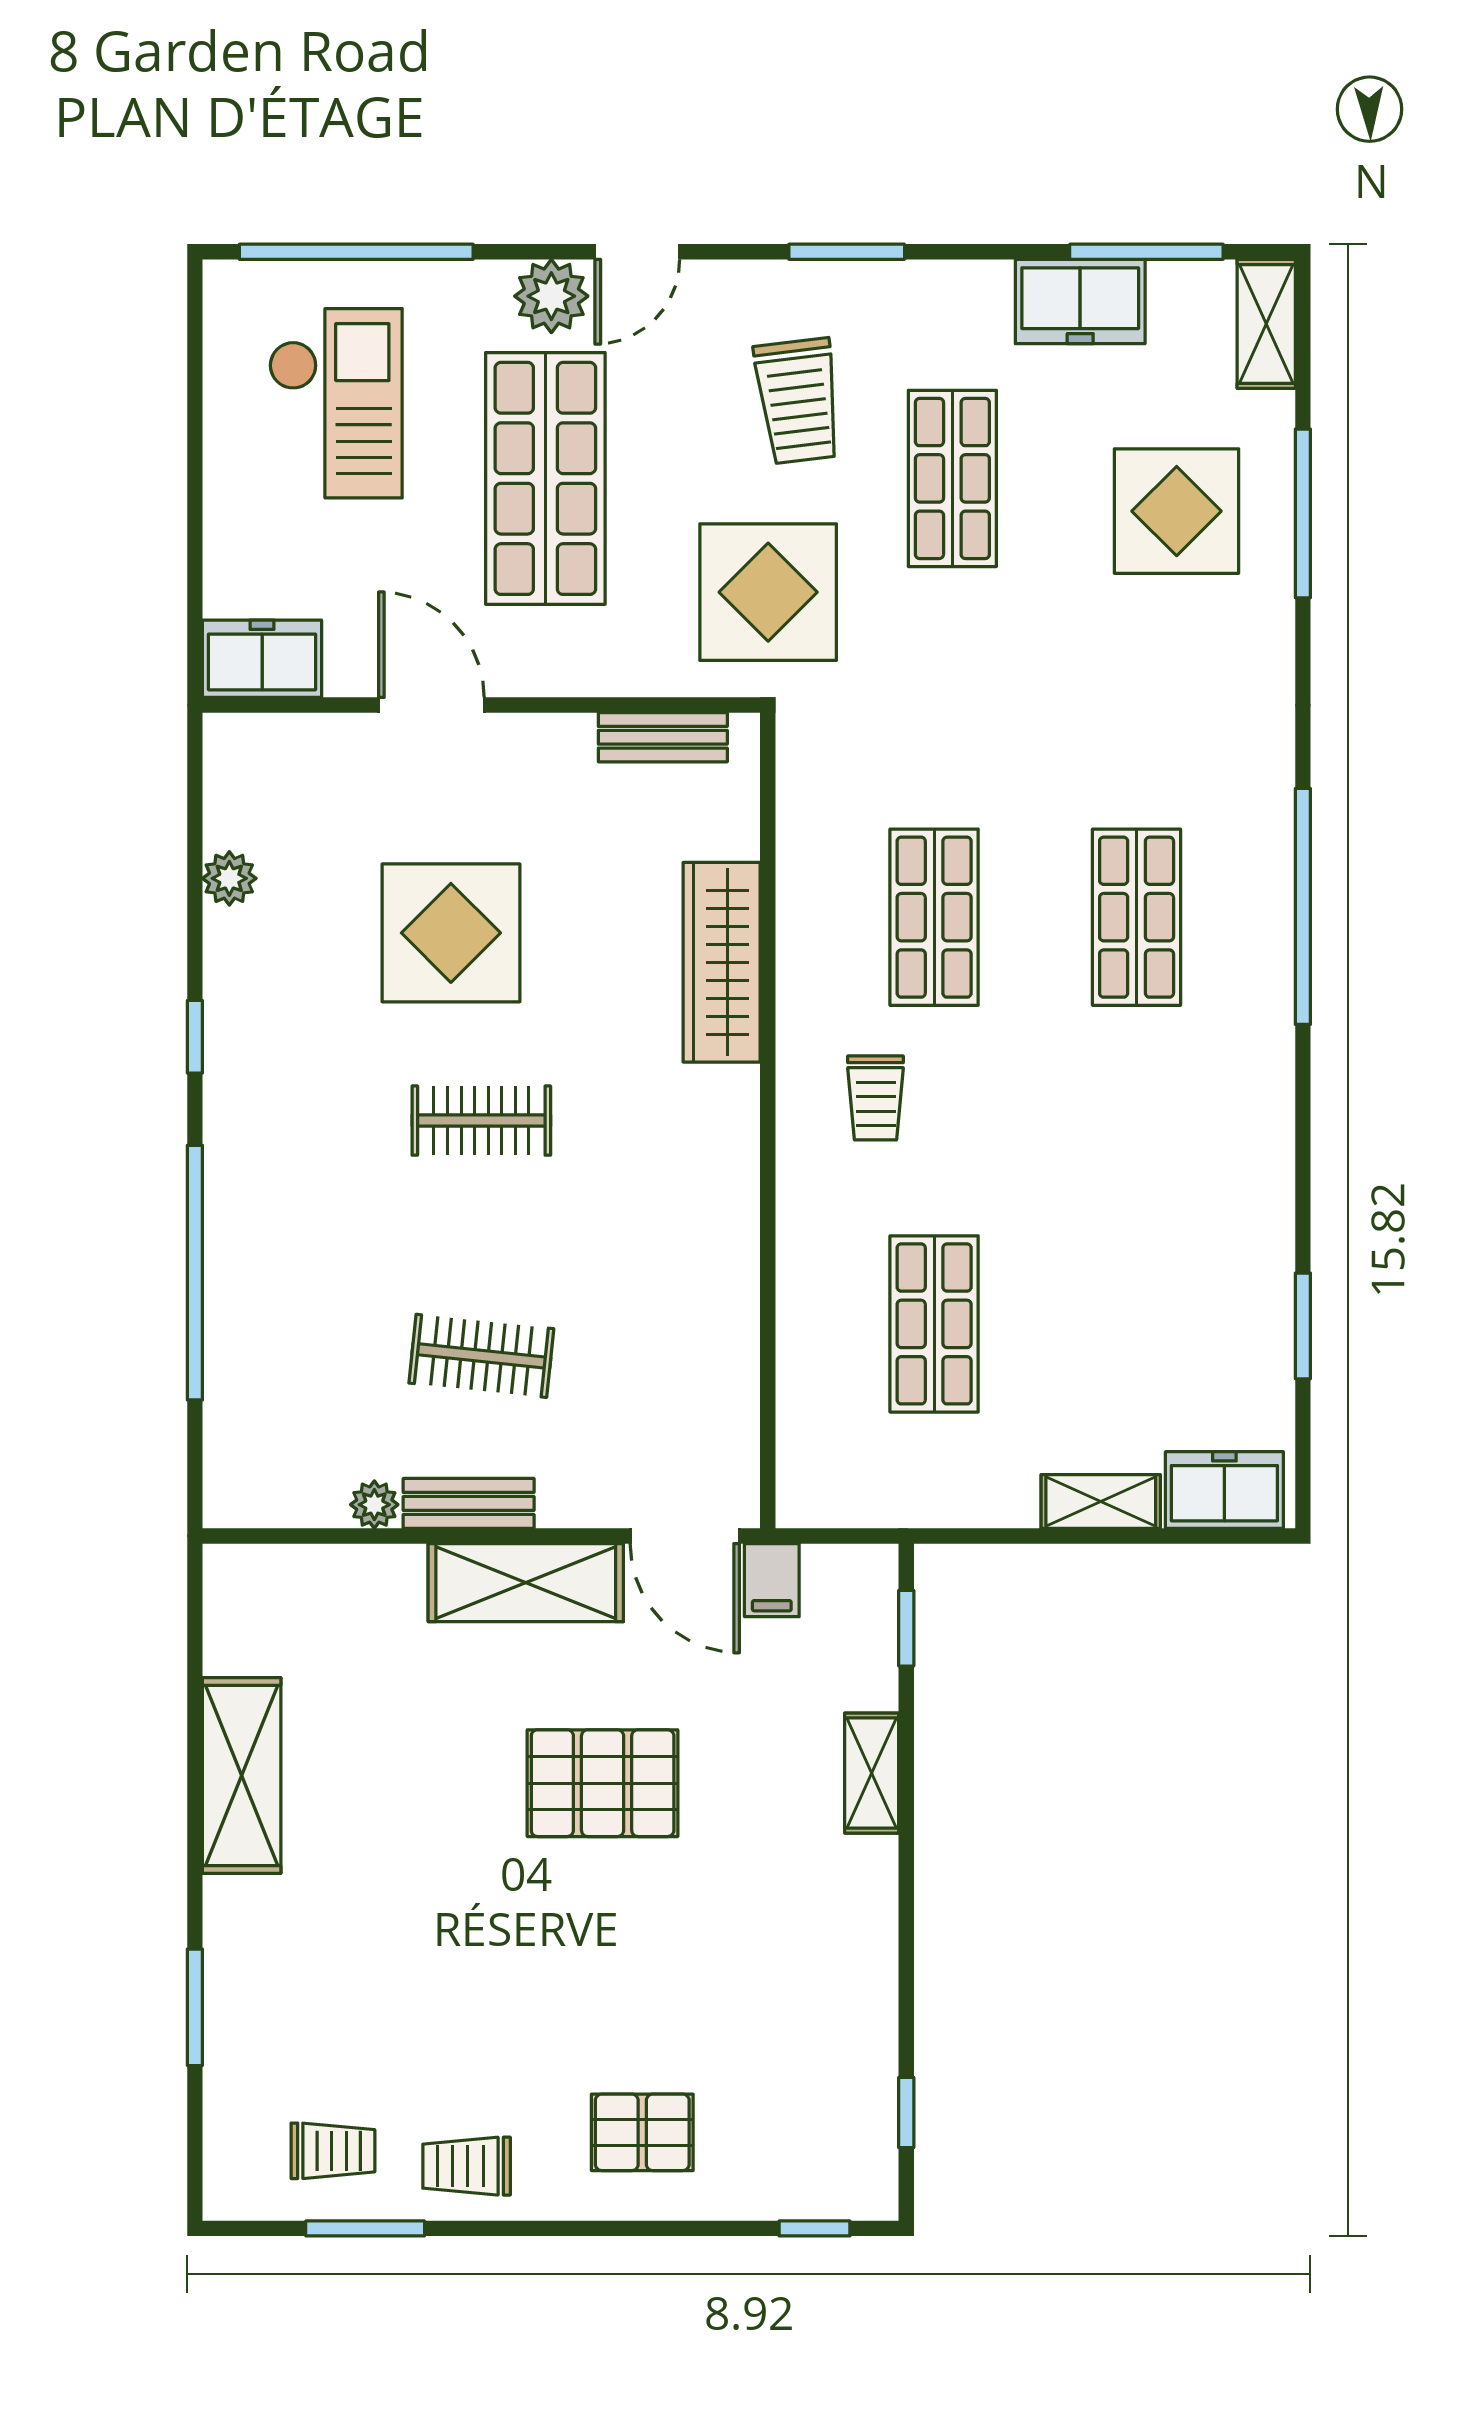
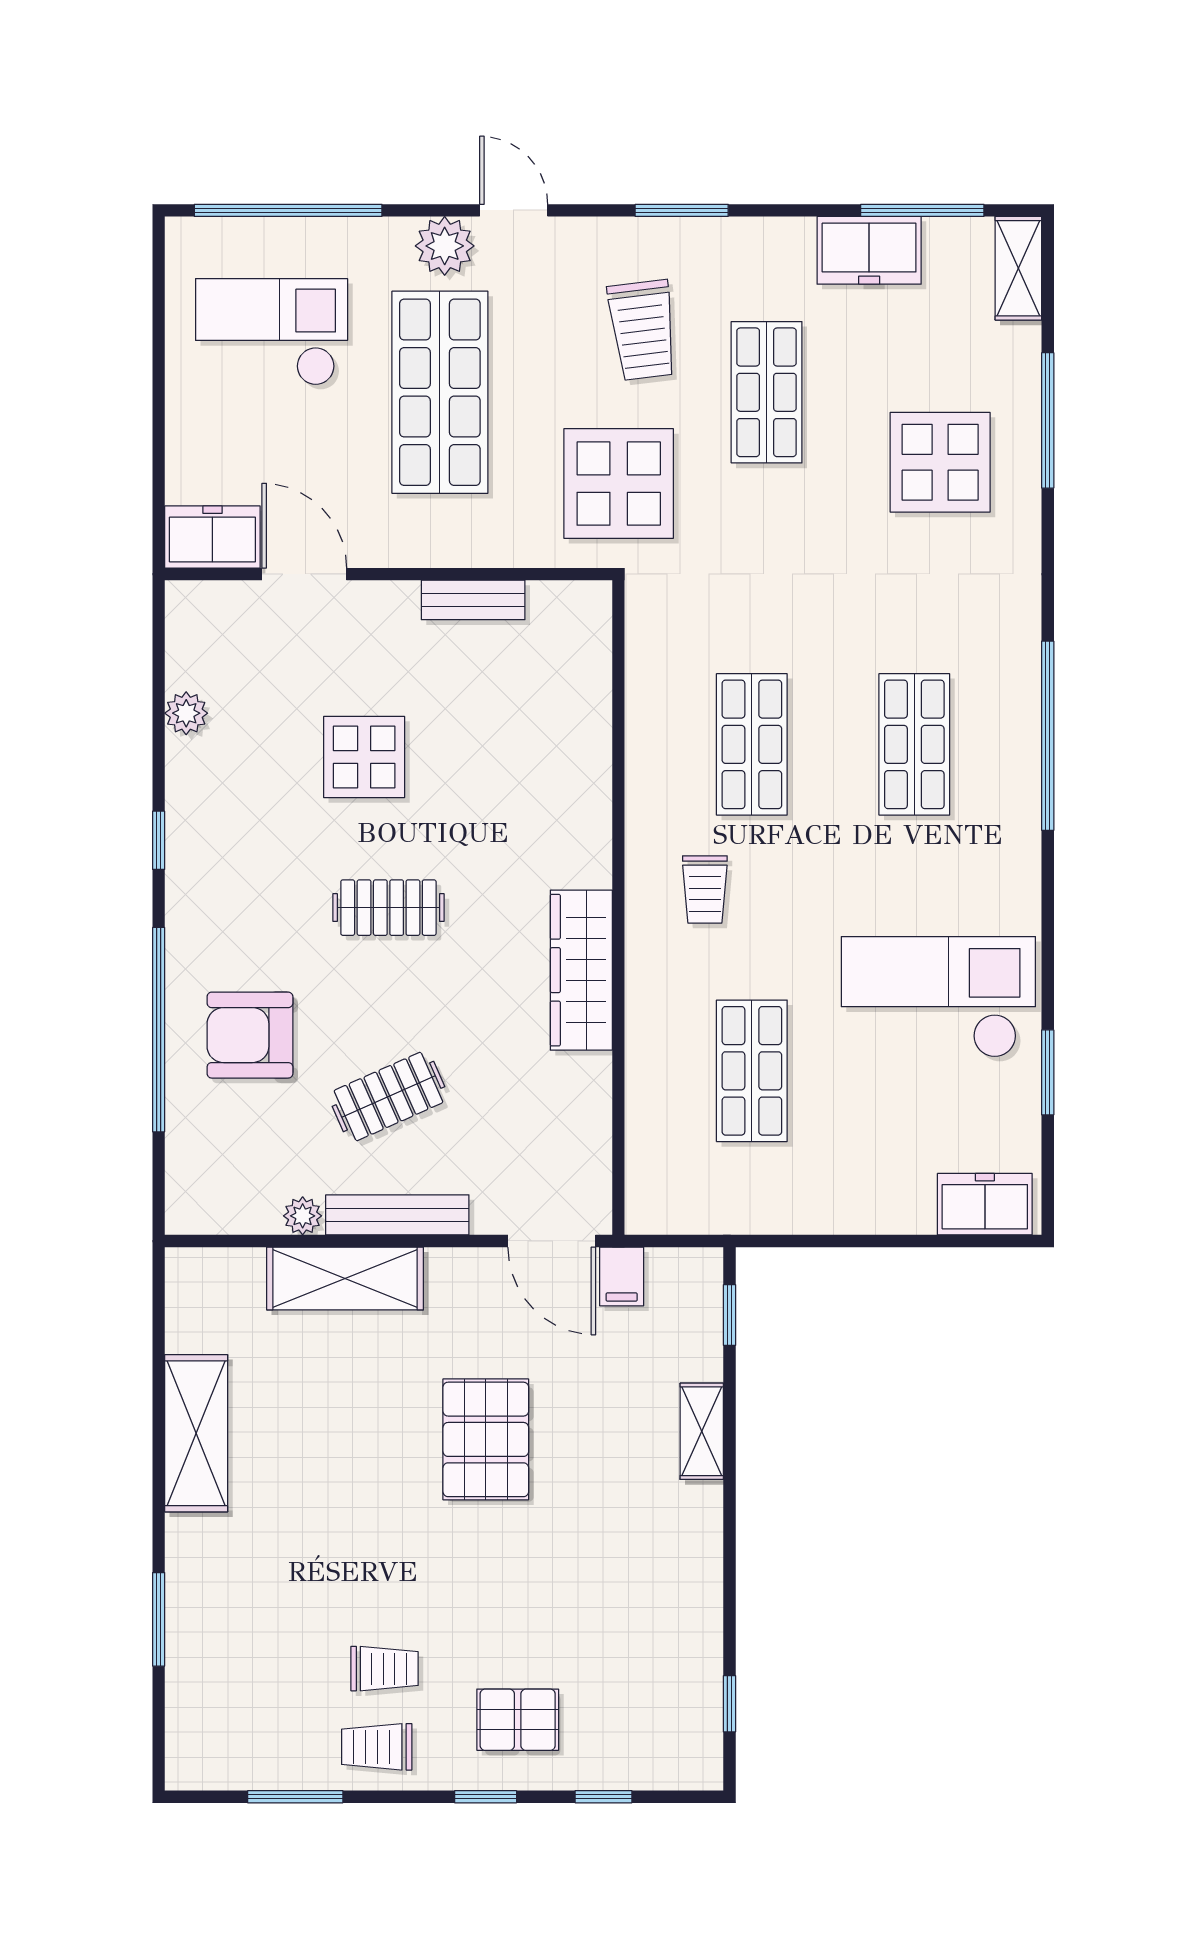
door: (637, 252) -> (514, 210), swing flipped
checkout: (336, 403) -> (272, 332), turned -90
display table: (1177, 511) -> (940, 462), moved
door: (431, 705) -> (304, 574), moved
bench: (663, 737) -> (473, 600), moved
display table: (451, 933) -> (364, 757), width x0.73, depth x0.73
wardrobe: (722, 962) -> (581, 970), moved
checkout: (1167, 1232) -> (938, 997), added
armchair: (309, 1279) -> (250, 1035), added
clothes rail: (481, 1356) -> (388, 1096), turned -30
shelving: (1101, 1502) -> (886, 1213), removed
bench: (469, 1503) -> (397, 1215), width x1.36
shelving: (526, 1583) -> (345, 1278), moved
pallet: (603, 1783) -> (486, 1439), turned 90
trolley: (333, 2151) -> (385, 1669), moved
window: (602, 2228) -> (486, 1797), added
window: (815, 2228) -> (604, 1797), moved

